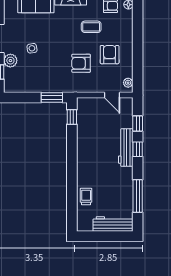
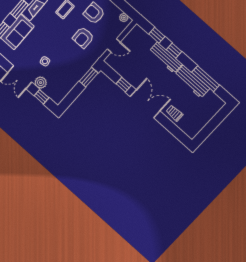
door: (112, 95) -> (114, 45), moved
window: (72, 117) -> (124, 85), moved
double door: (72, 165) -> (145, 104), added
workbench: (113, 224) -> (192, 82), moved, turned -90

